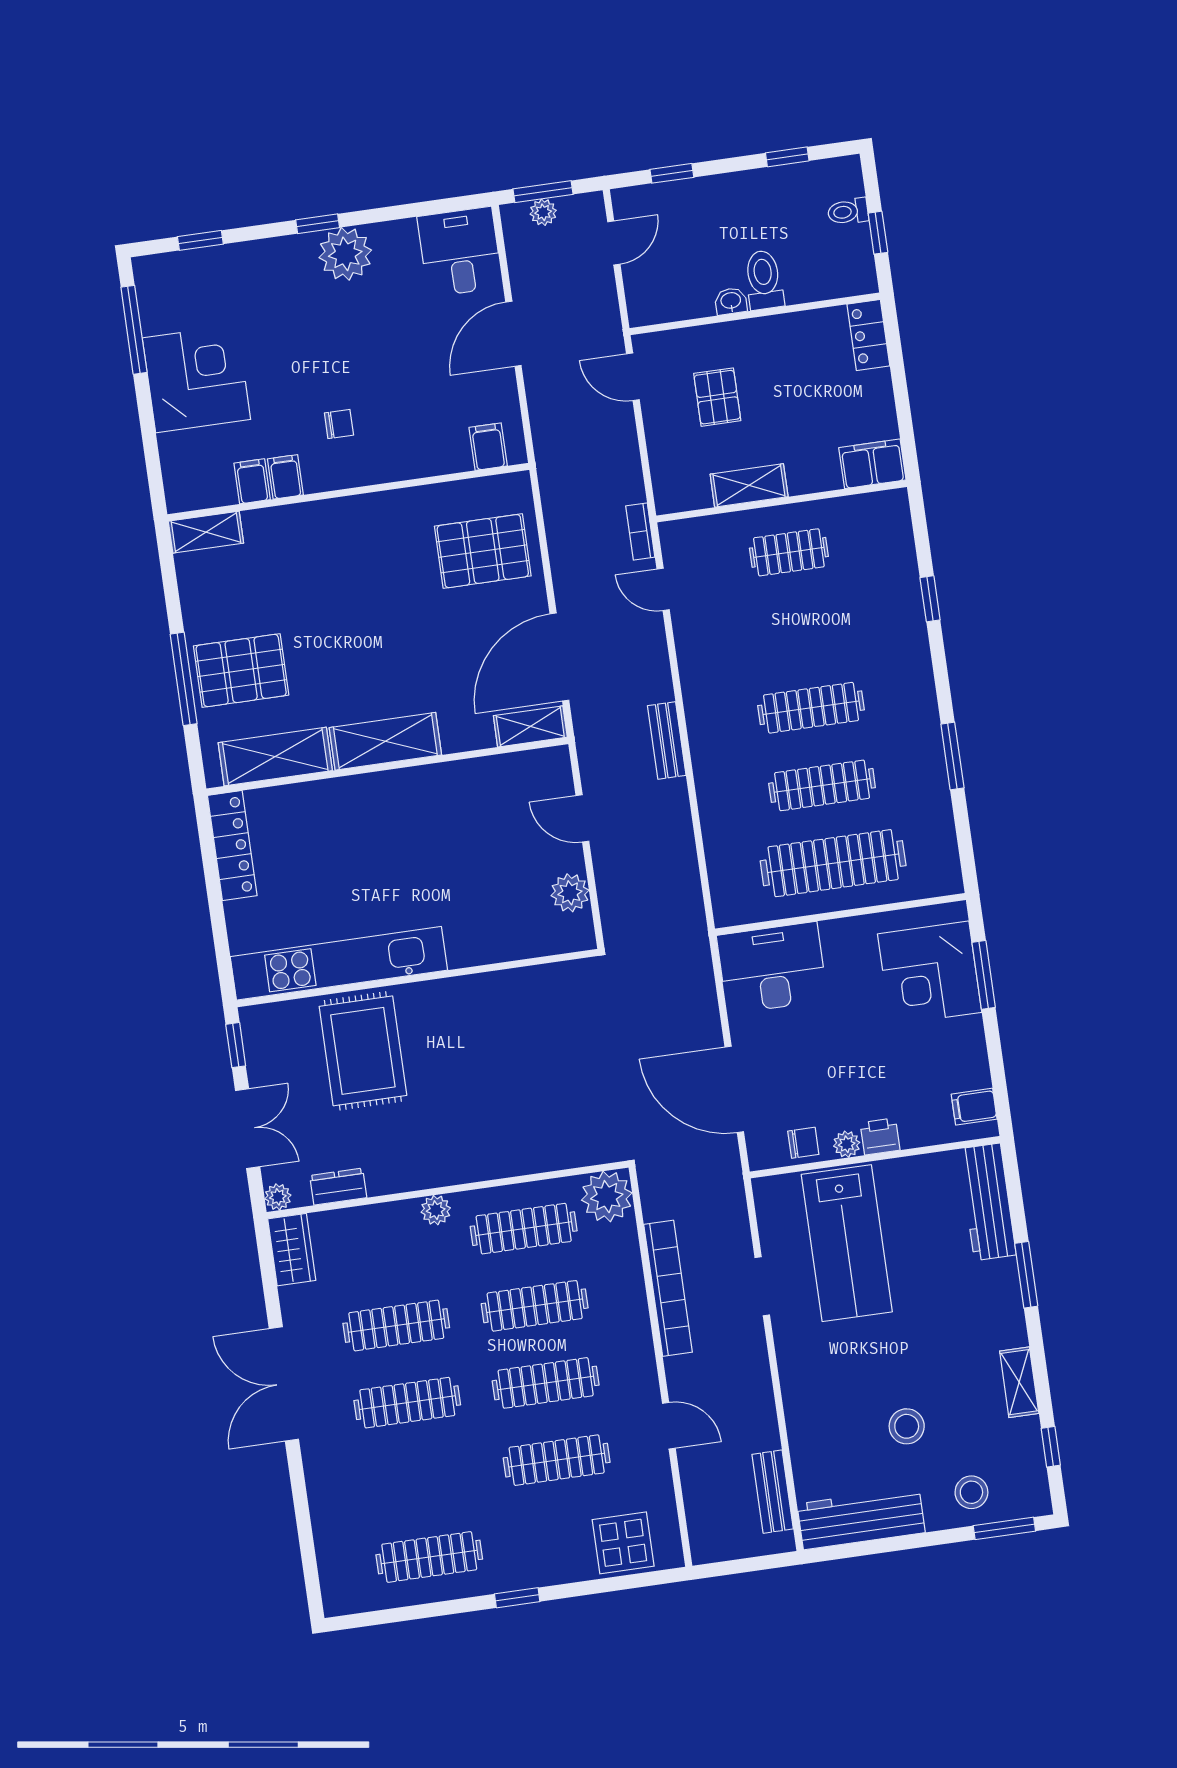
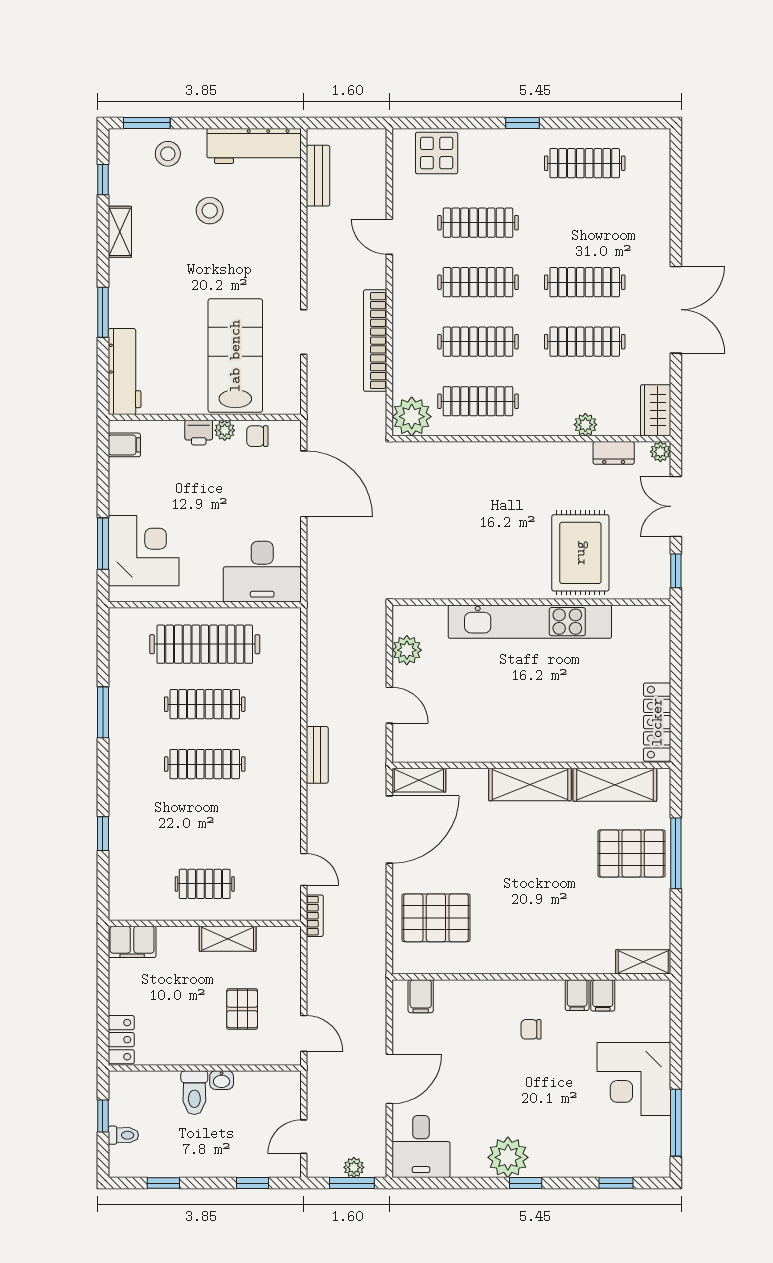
kitchen unit: (339, 963) -> (530, 622), moved
plant: (436, 1210) -> (585, 425), moved

